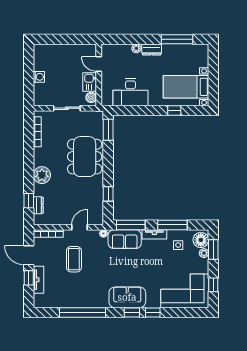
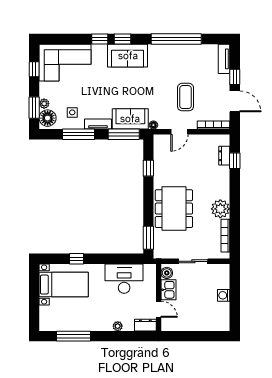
dresser: (152, 49) -> (145, 325), moved
plant: (42, 175) -> (220, 209), moved
tv unit: (39, 280) -> (224, 59), moved

